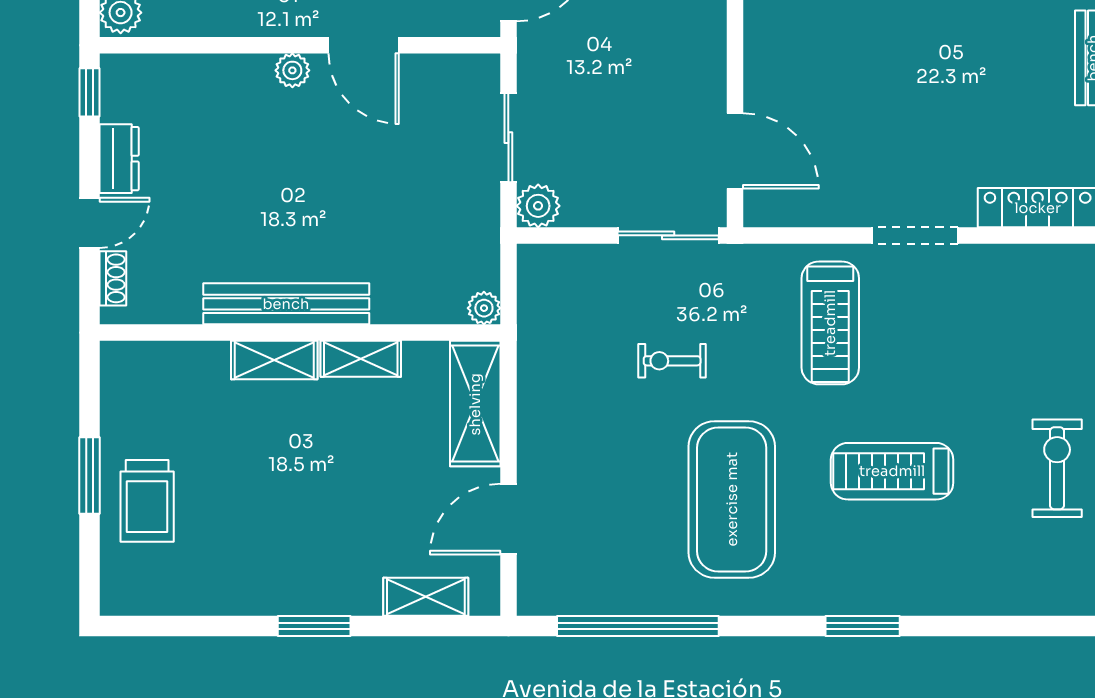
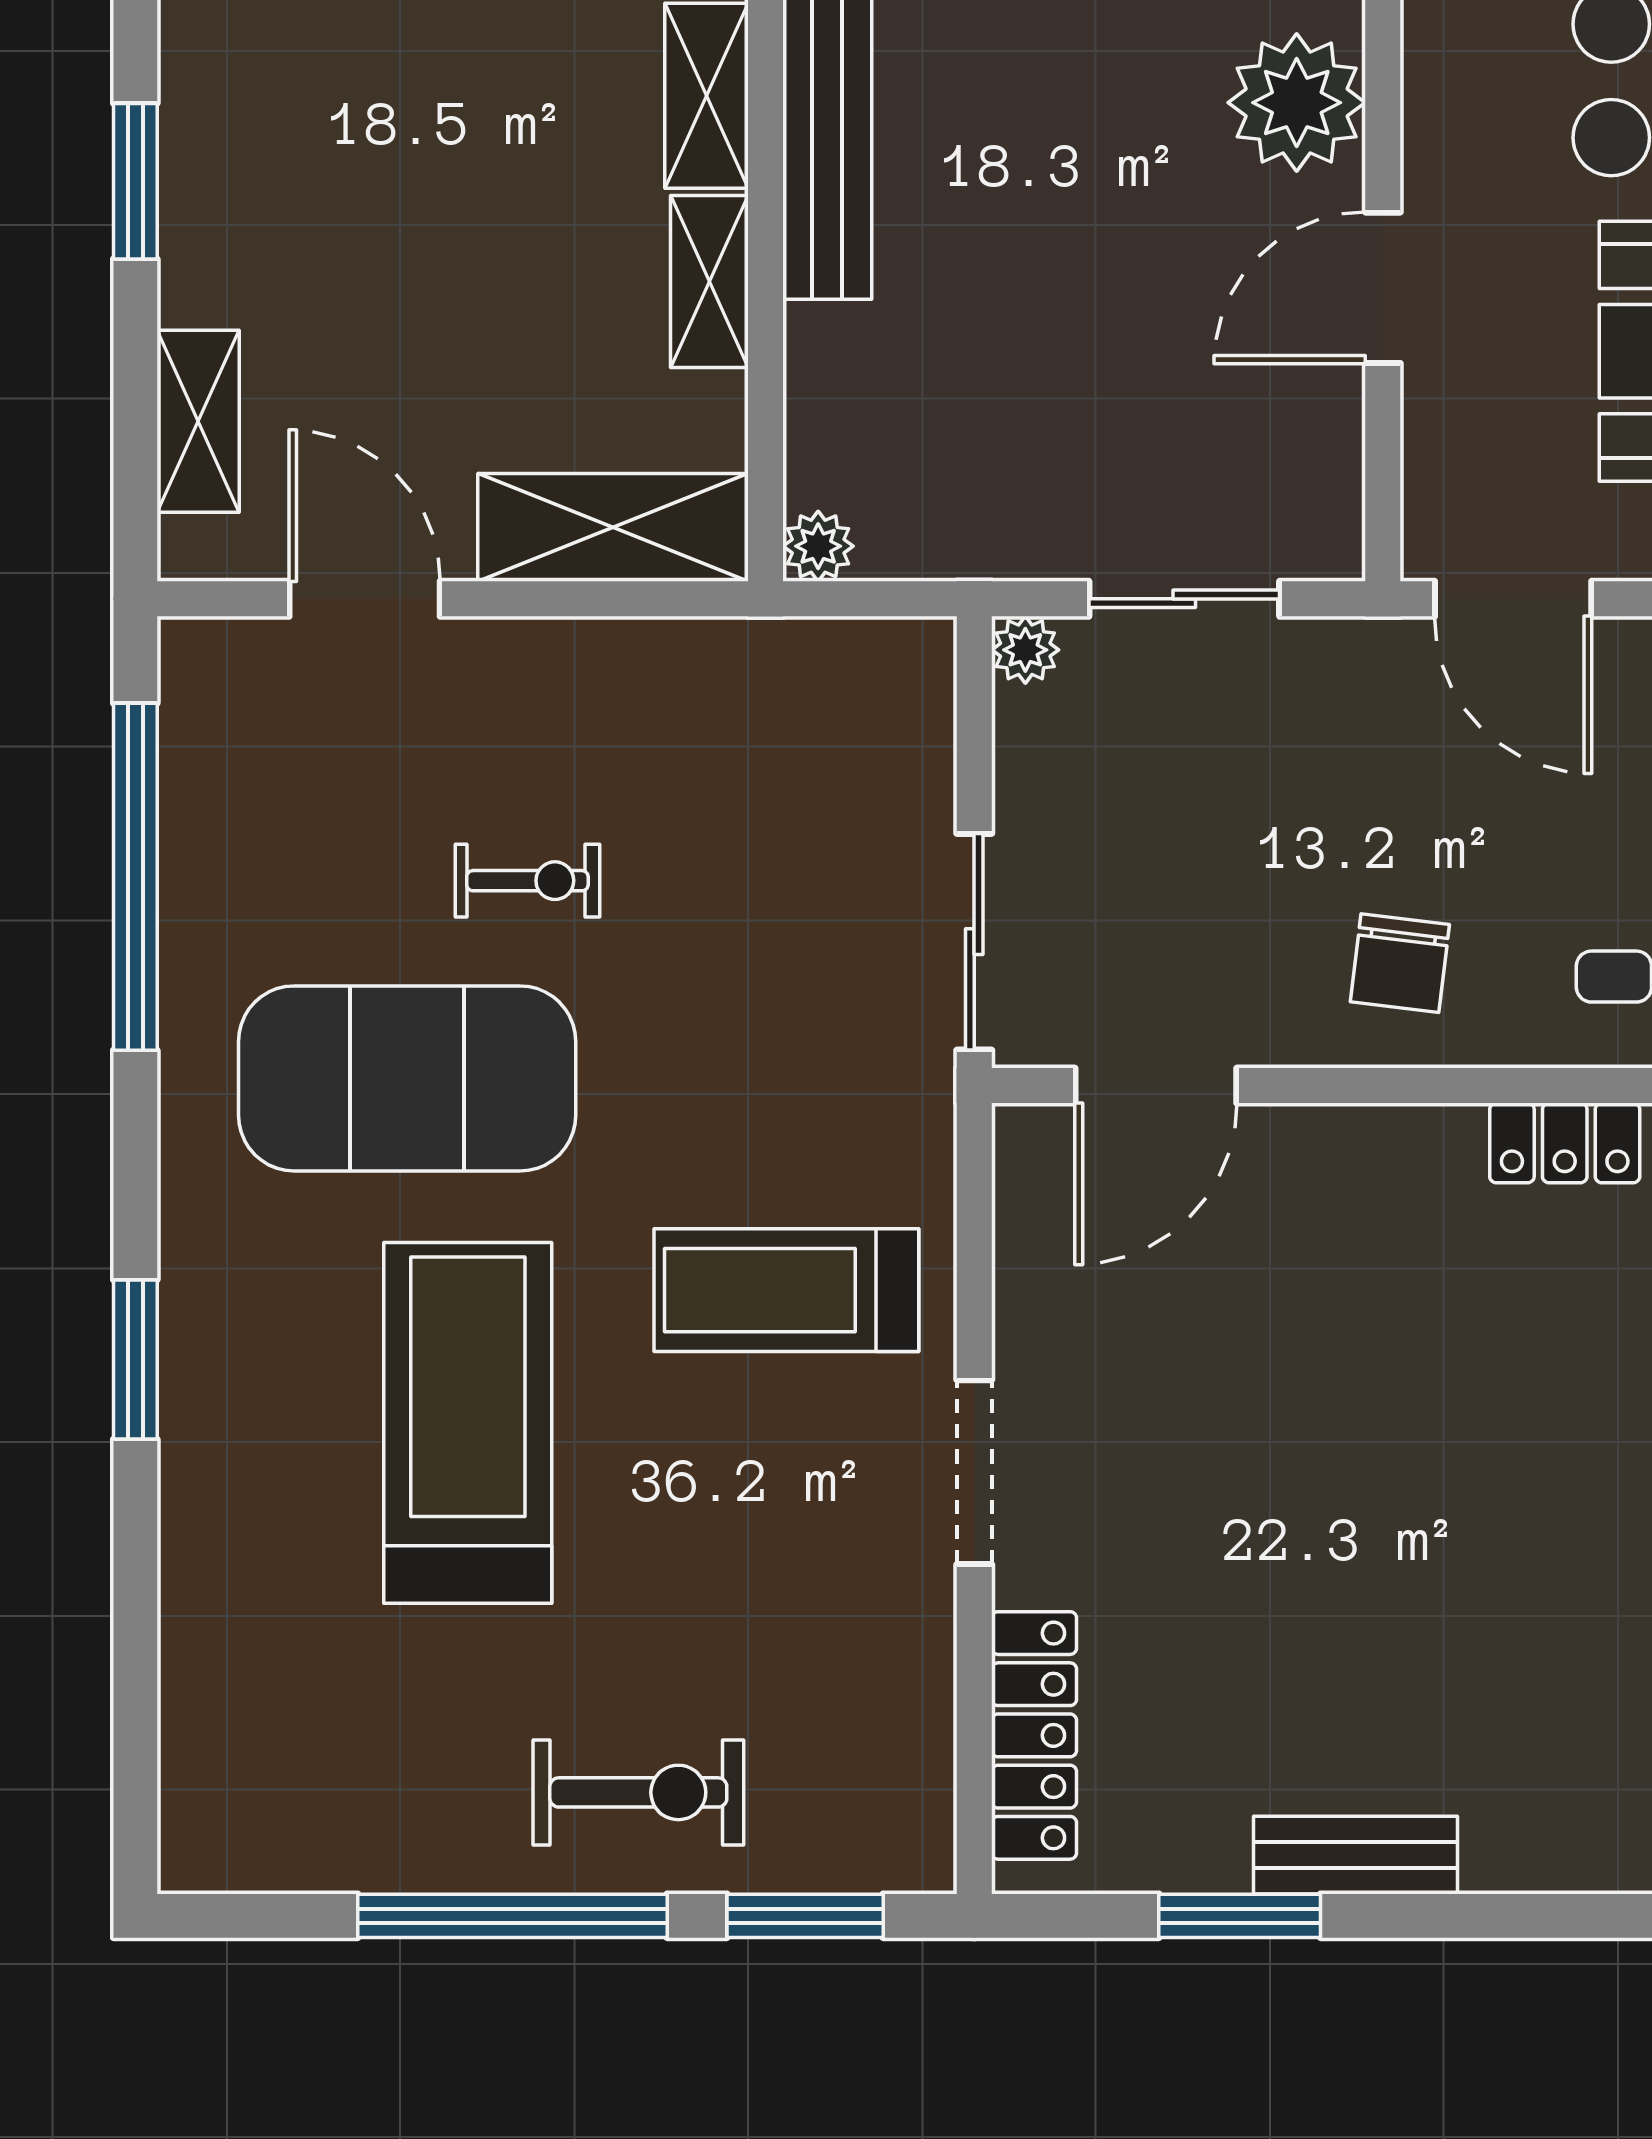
chair: (678, 37) -> (1400, 963), added
plant: (292, 70) -> (1297, 103), width x1.87, depth x1.87
plant: (538, 206) -> (1025, 650), width x0.73, depth x0.73
exercise bike: (672, 361) -> (527, 881), moved, turned 90
exercise bike: (1057, 468) -> (638, 1792), moved
treadmill: (892, 471) -> (468, 1423), width x1.37, depth x1.38

